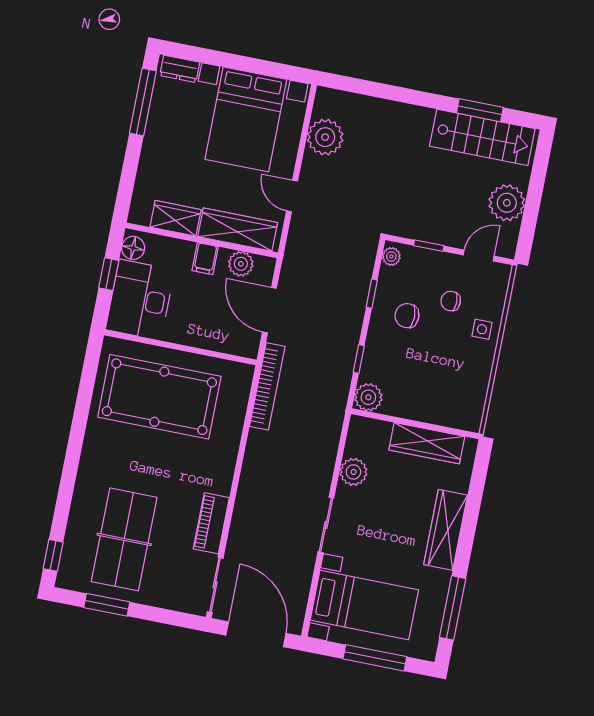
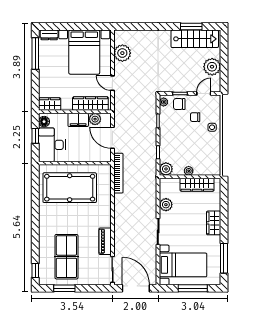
wardrobe: (175, 218) -> (50, 104), moved
filing cabinet: (205, 259) -> (78, 120), width x2.00
chair: (407, 316) -> (179, 104), moved
plant: (415, 411) -> (189, 171), added
wardrobe: (446, 530) -> (214, 223), width x0.67

